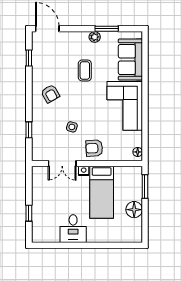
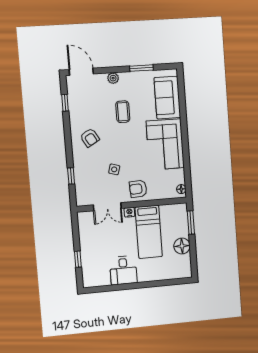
plant: (95, 37) -> (113, 78), moved

